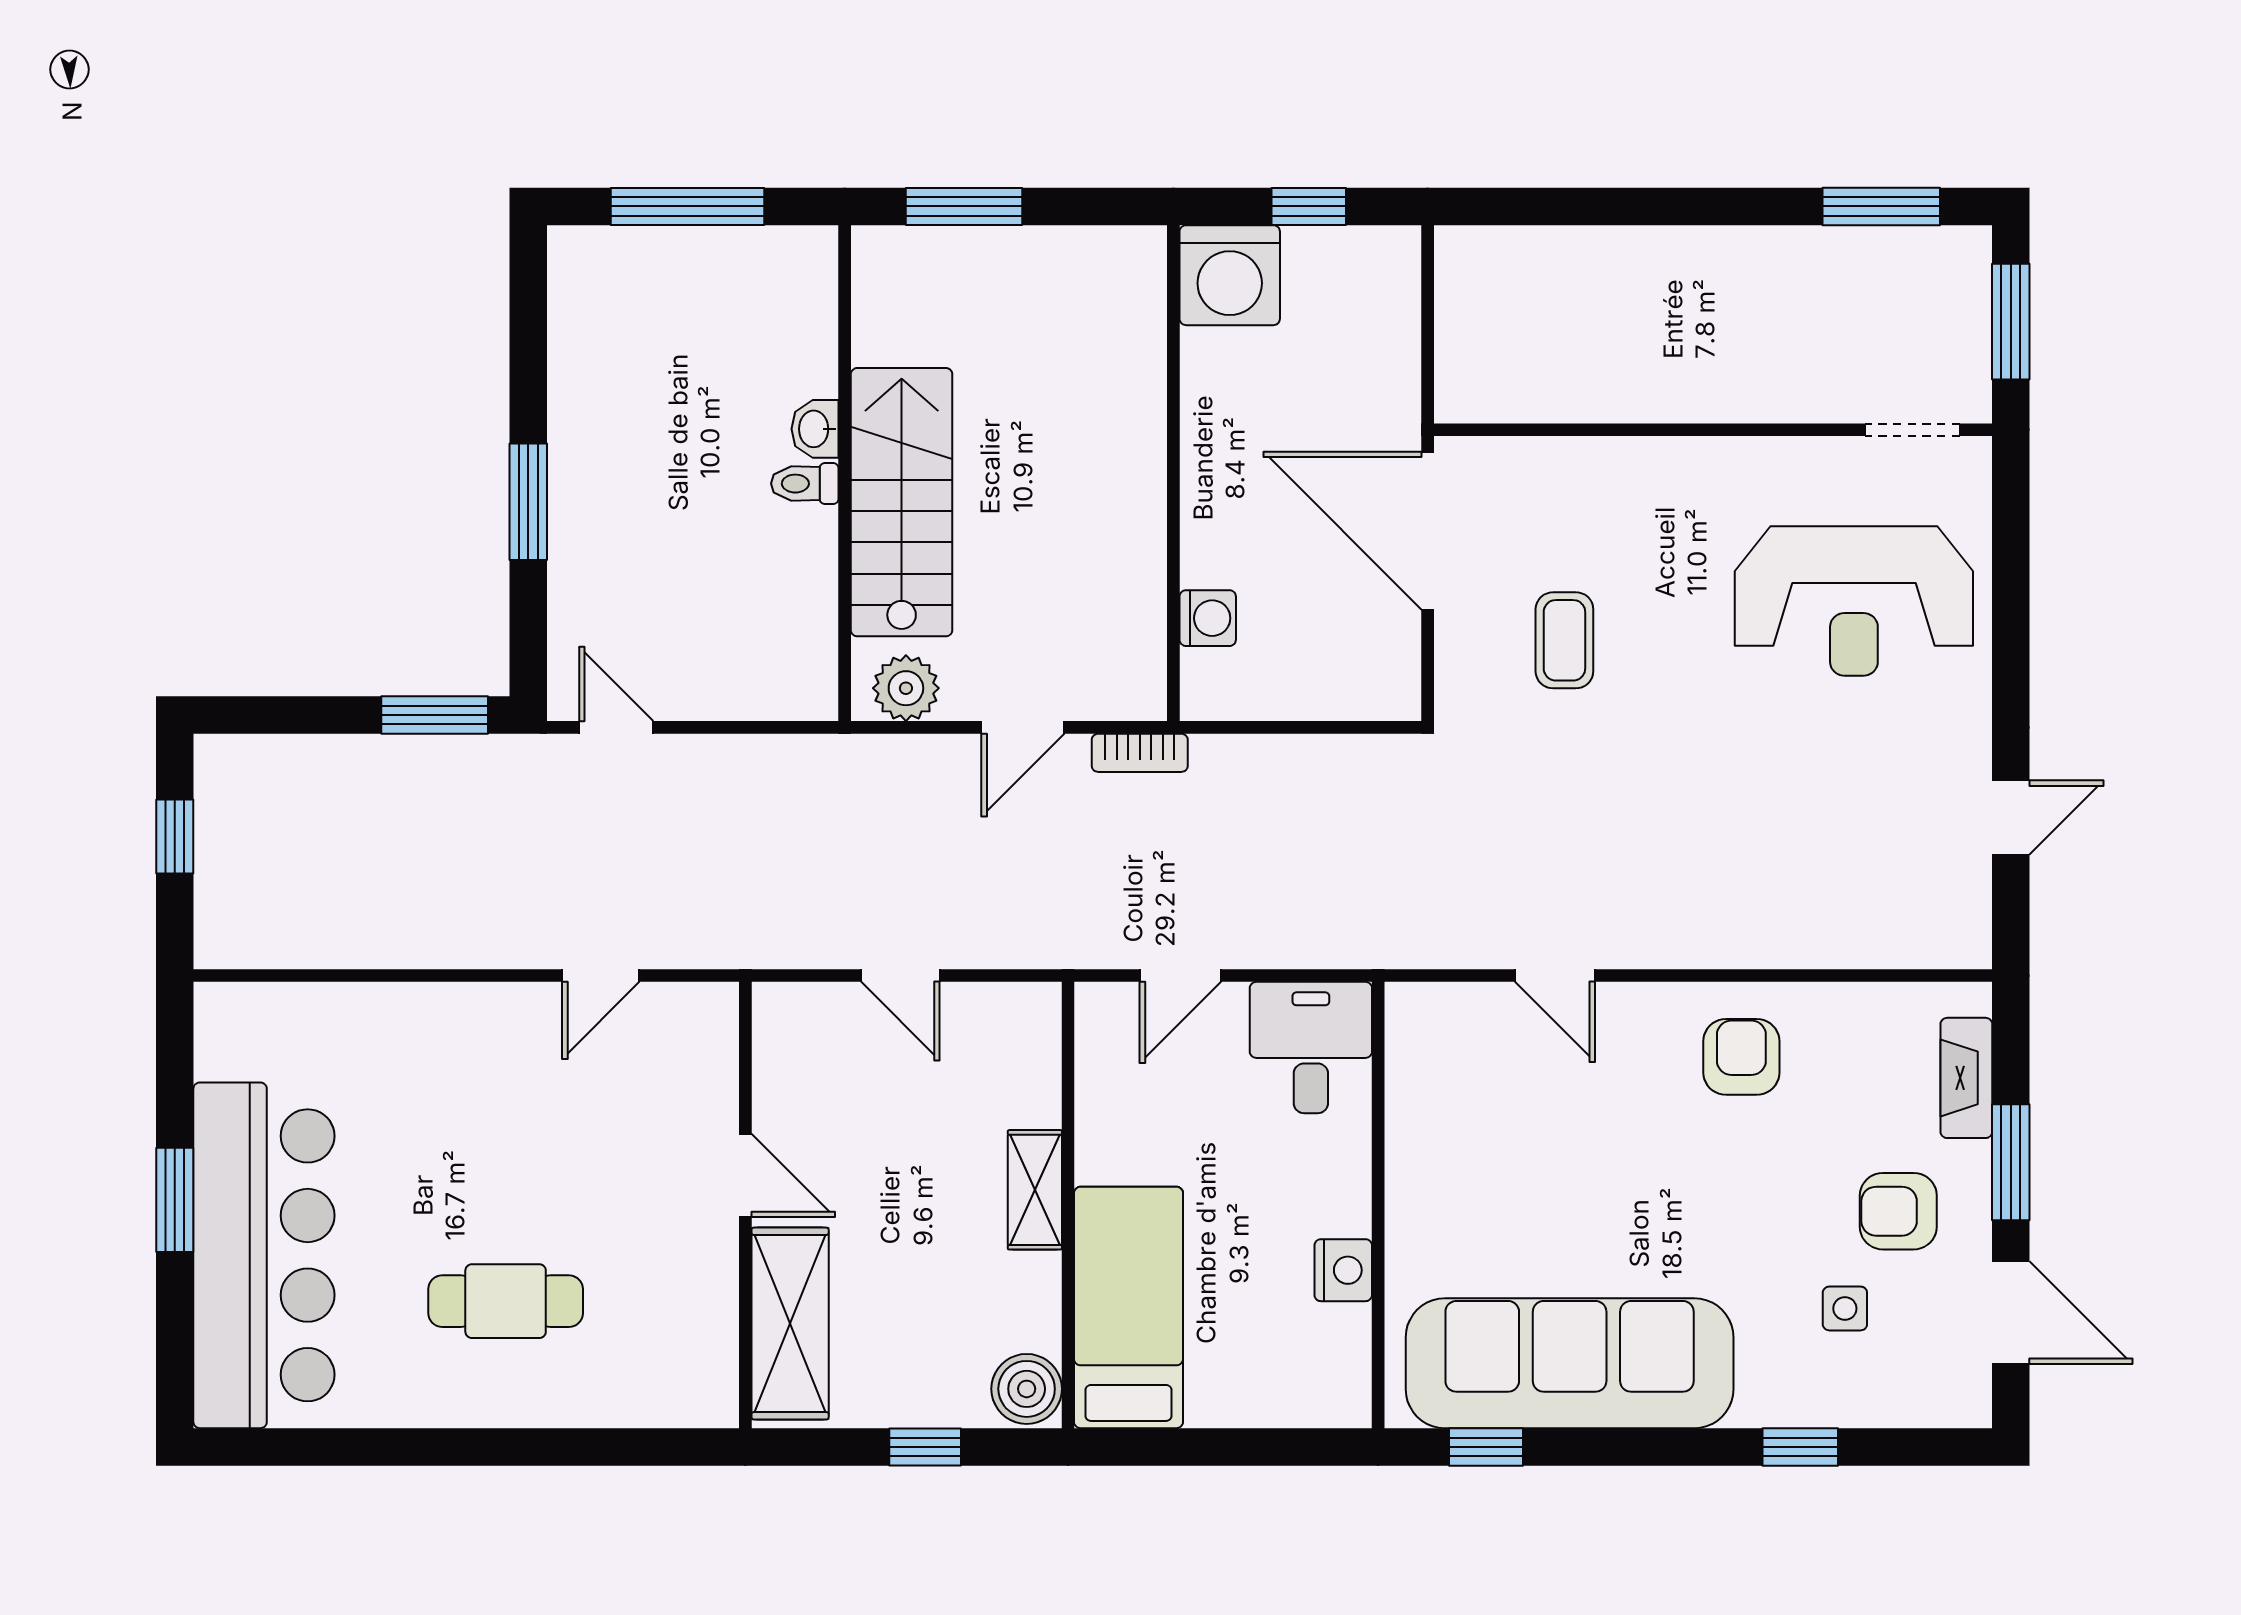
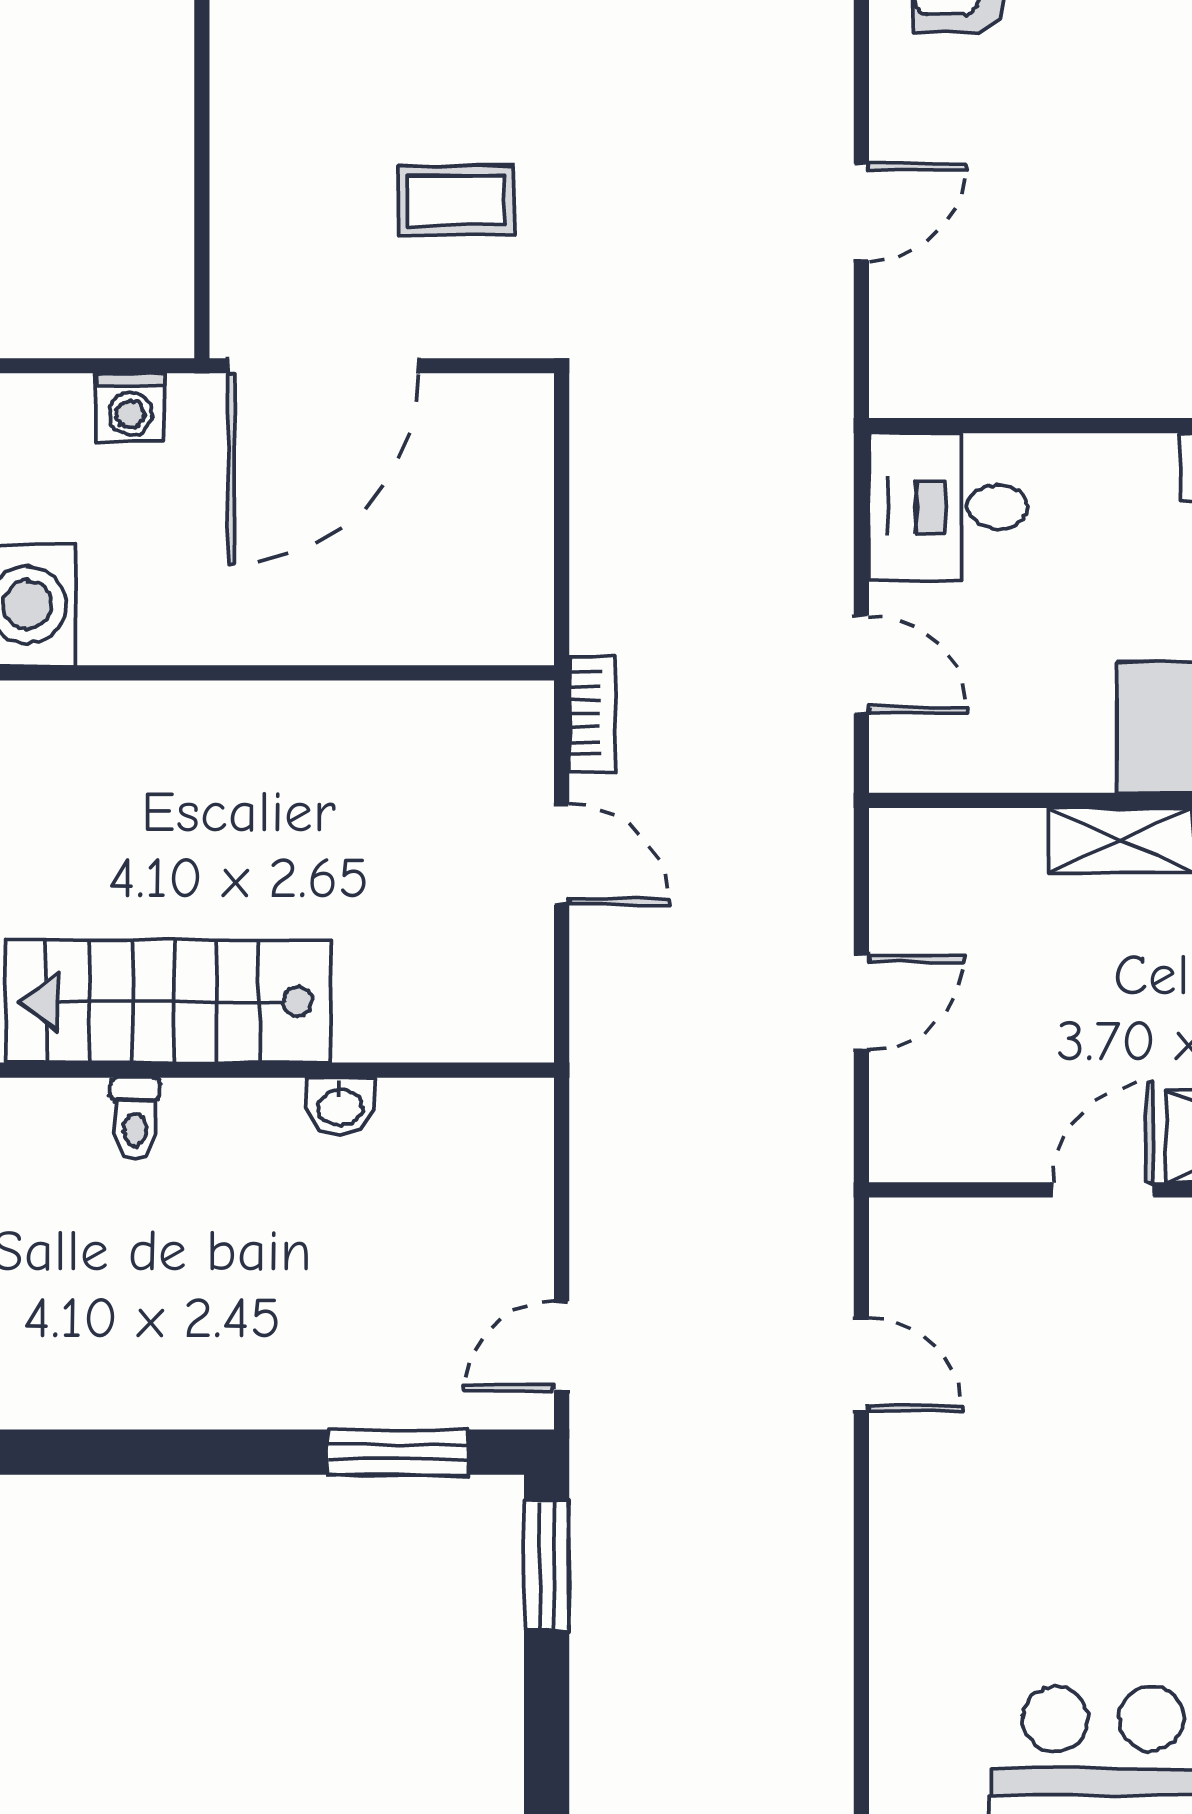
washbasin: (815, 429) -> (340, 1106), moved
toilet: (805, 484) -> (135, 1118), moved
window: (528, 502) -> (398, 1452), moved
stairs: (902, 502) -> (168, 1001), moved
washing machine: (1208, 618) -> (130, 407), moved, turned 180
plant: (906, 688) -> (514, 996), removed

